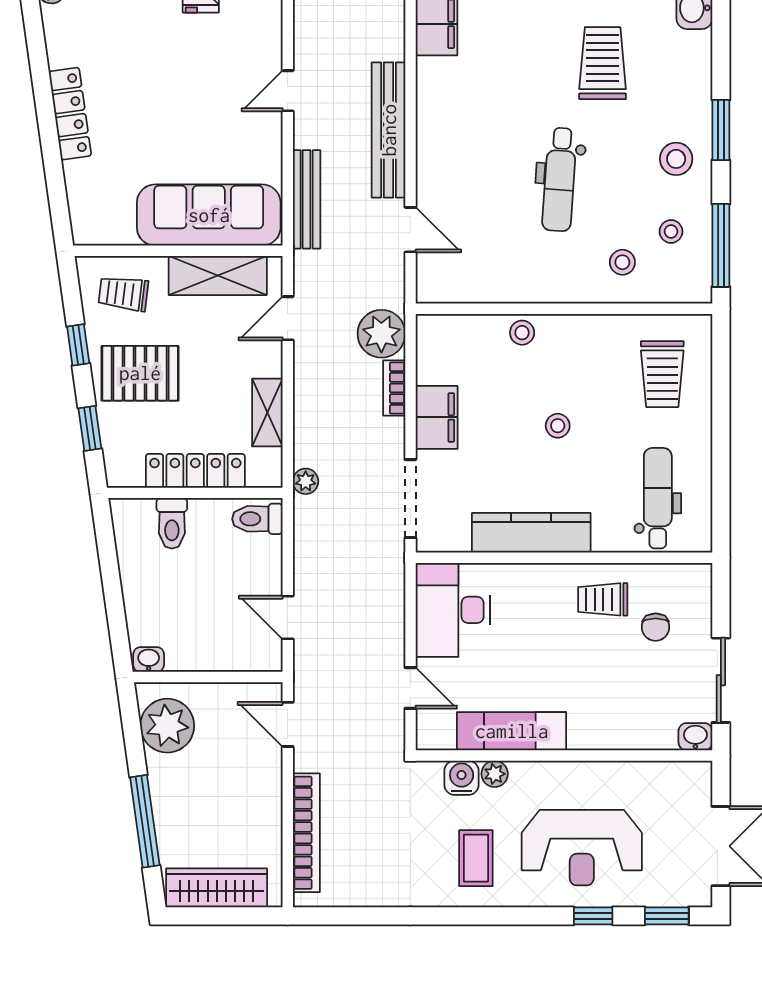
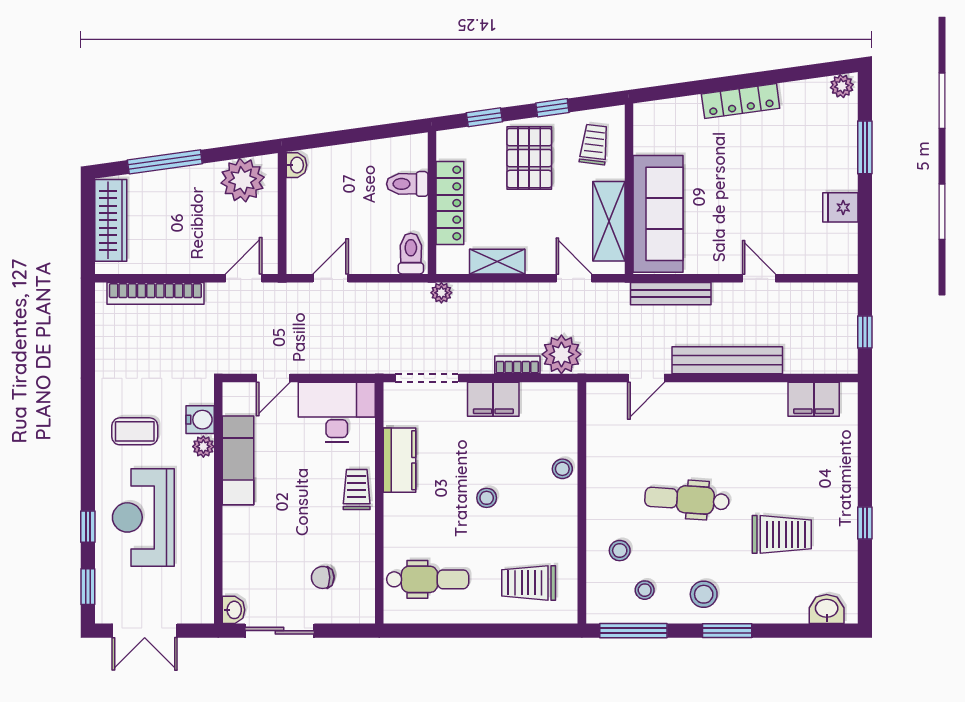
kitchen counter: (531, 533) -> (400, 460), width x0.67
trolley: (603, 599) -> (357, 490), moved

